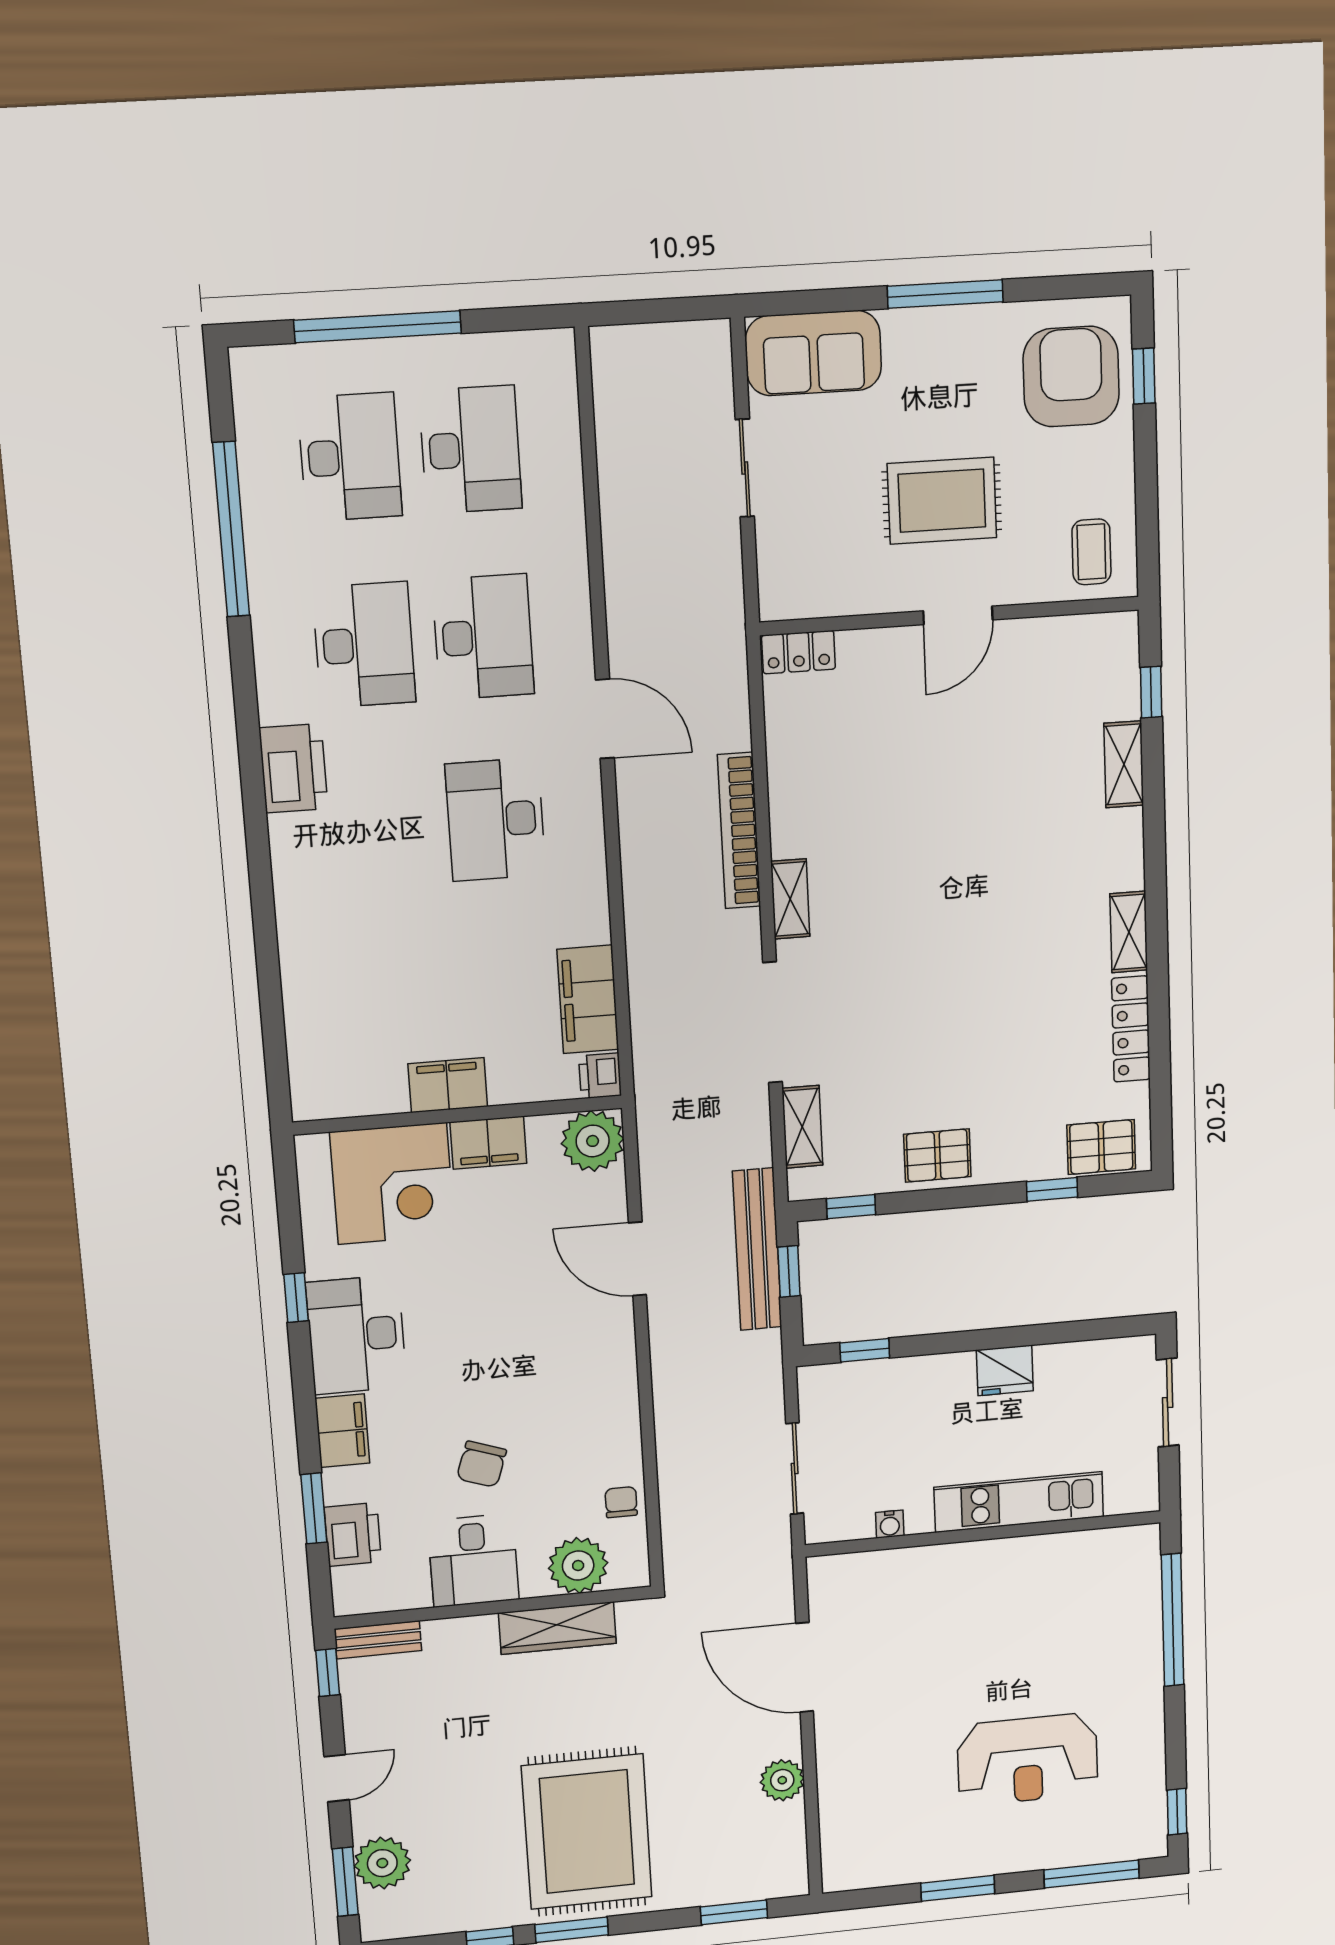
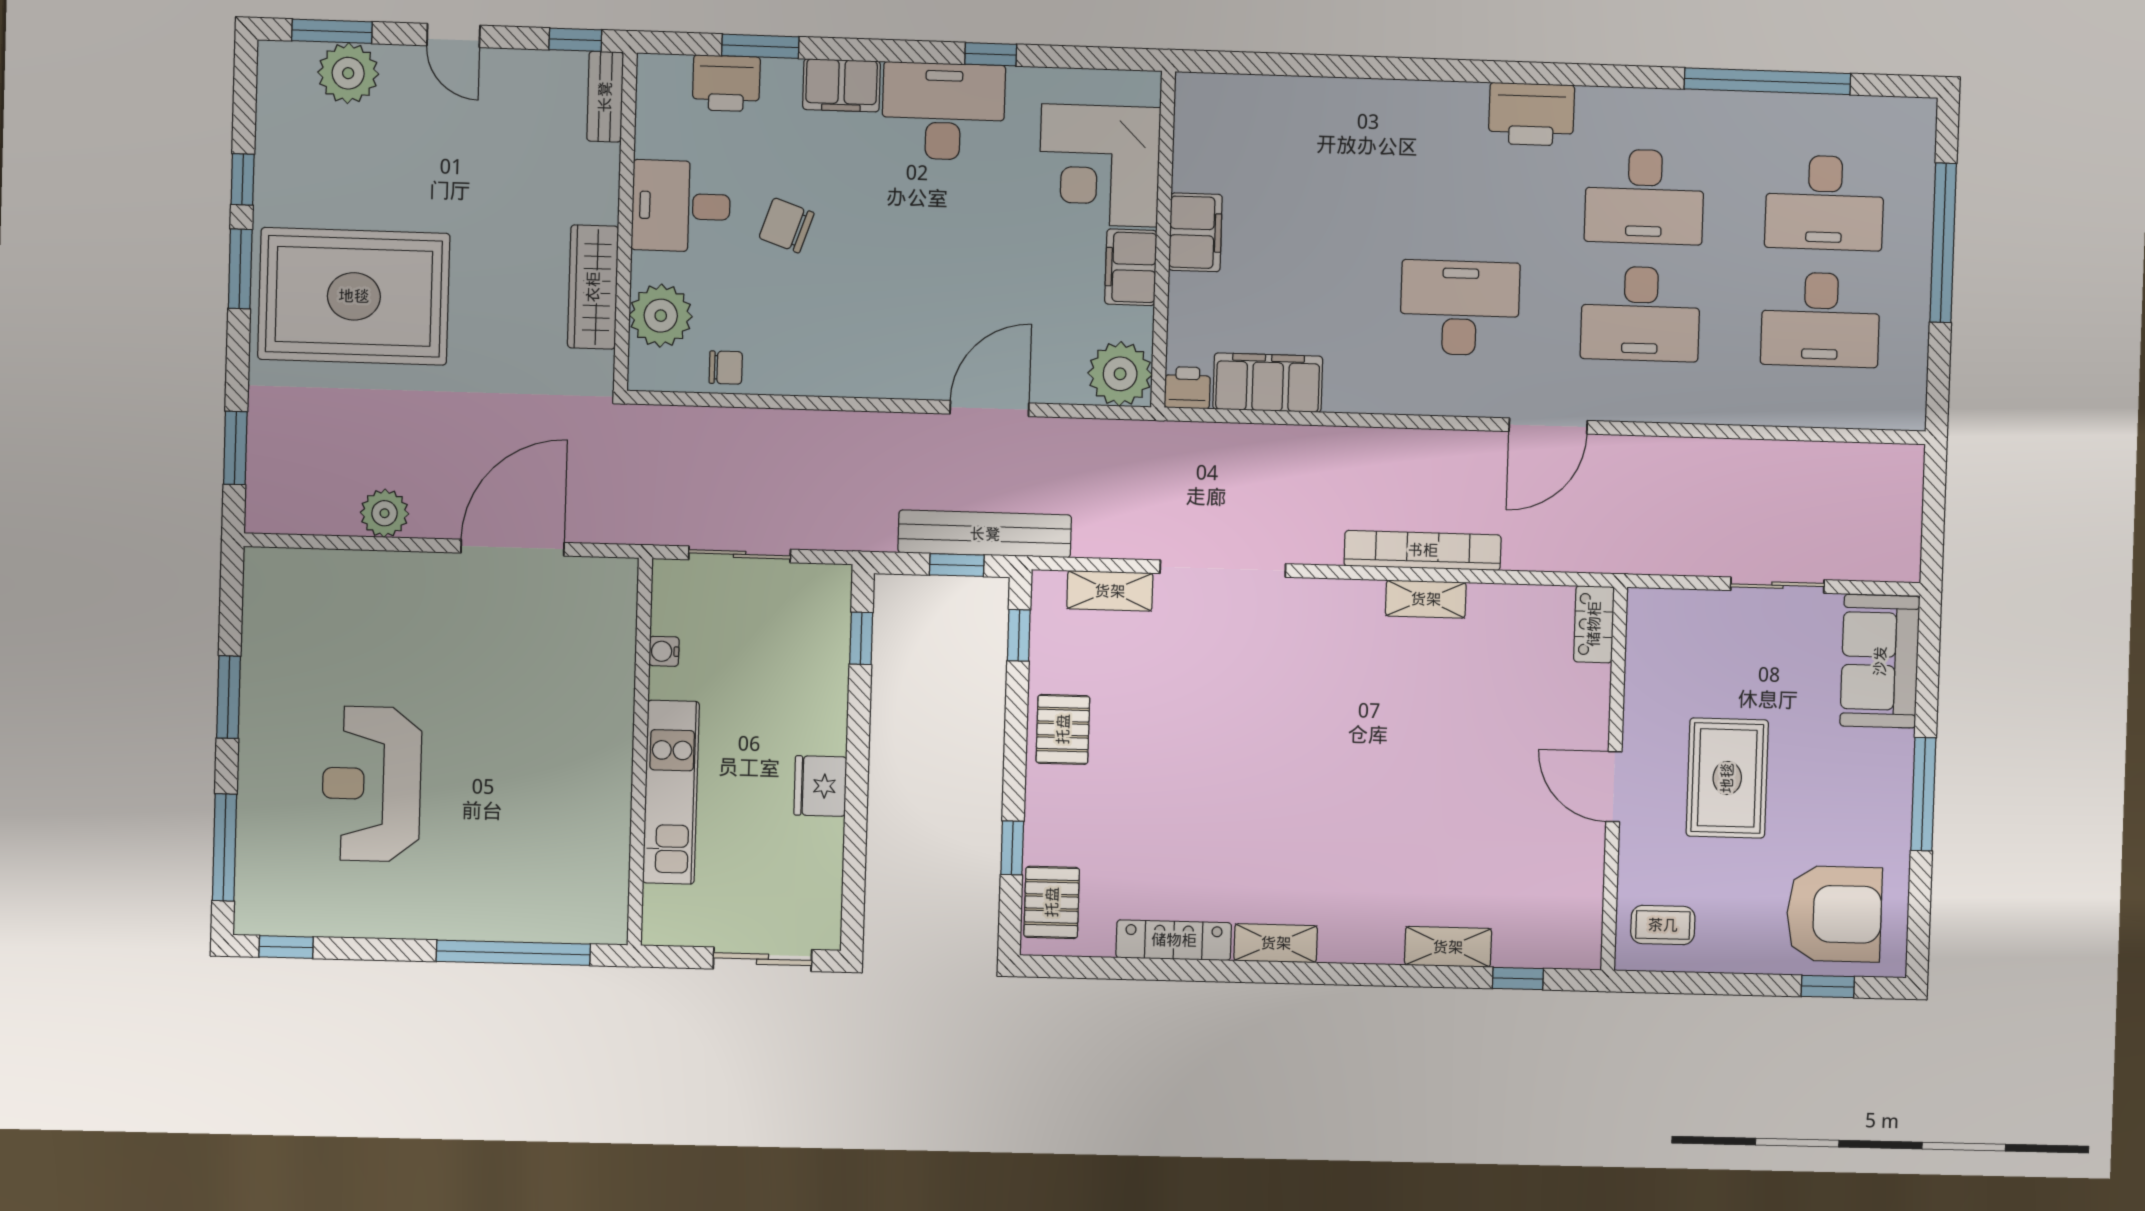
shelving: (790, 899) -> (1426, 599), moved

